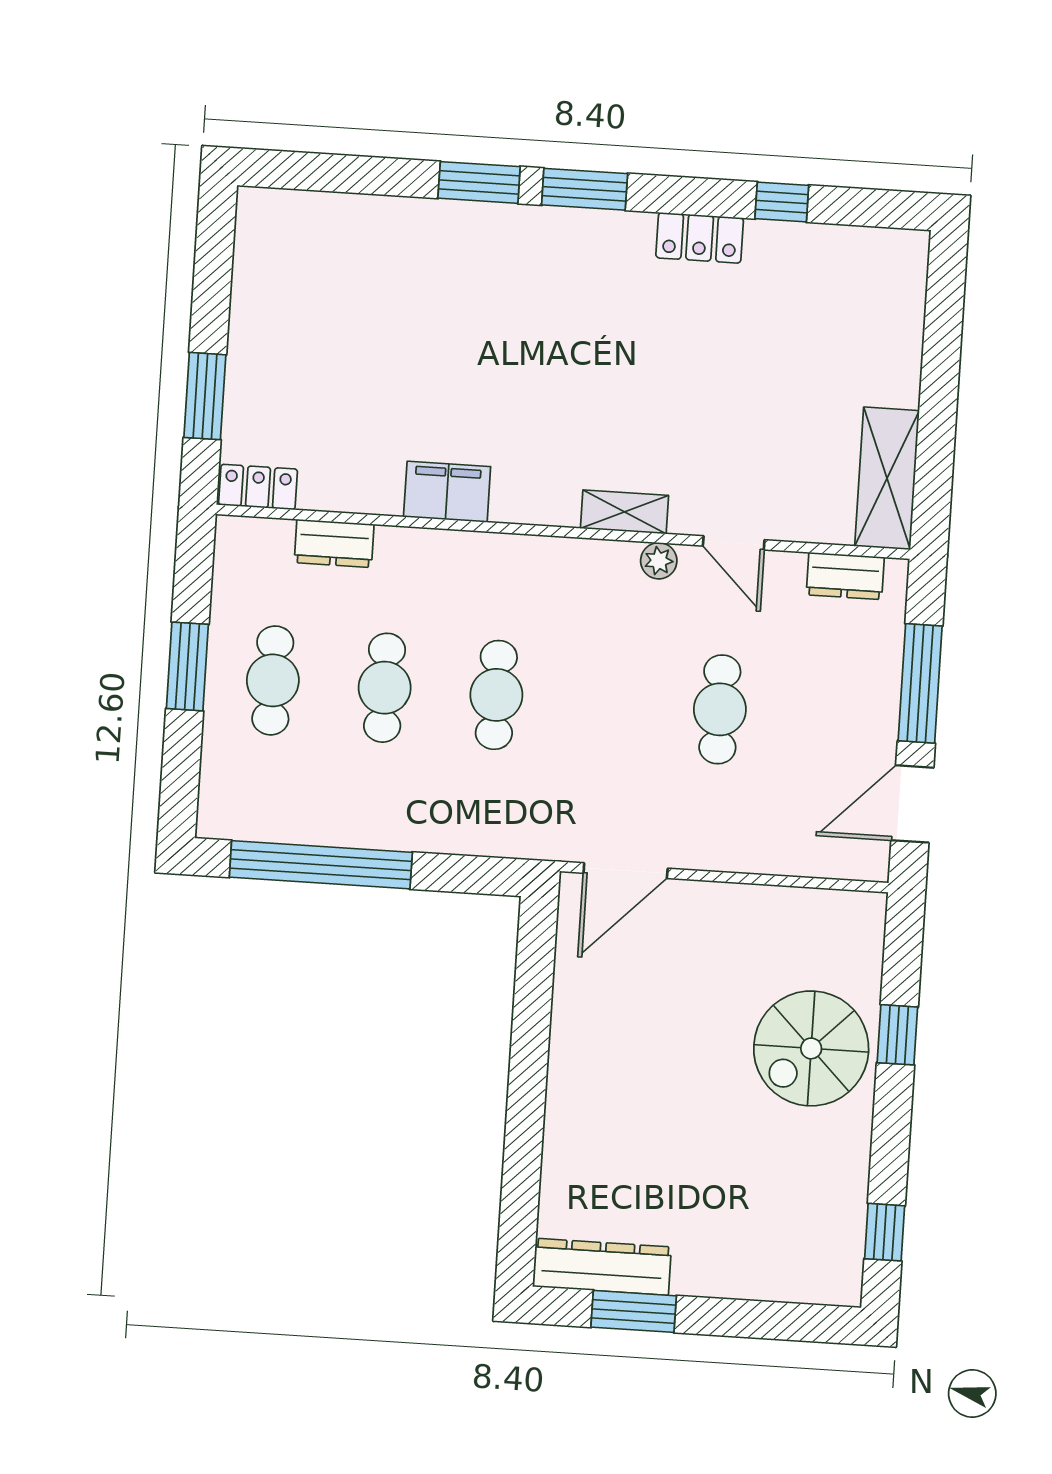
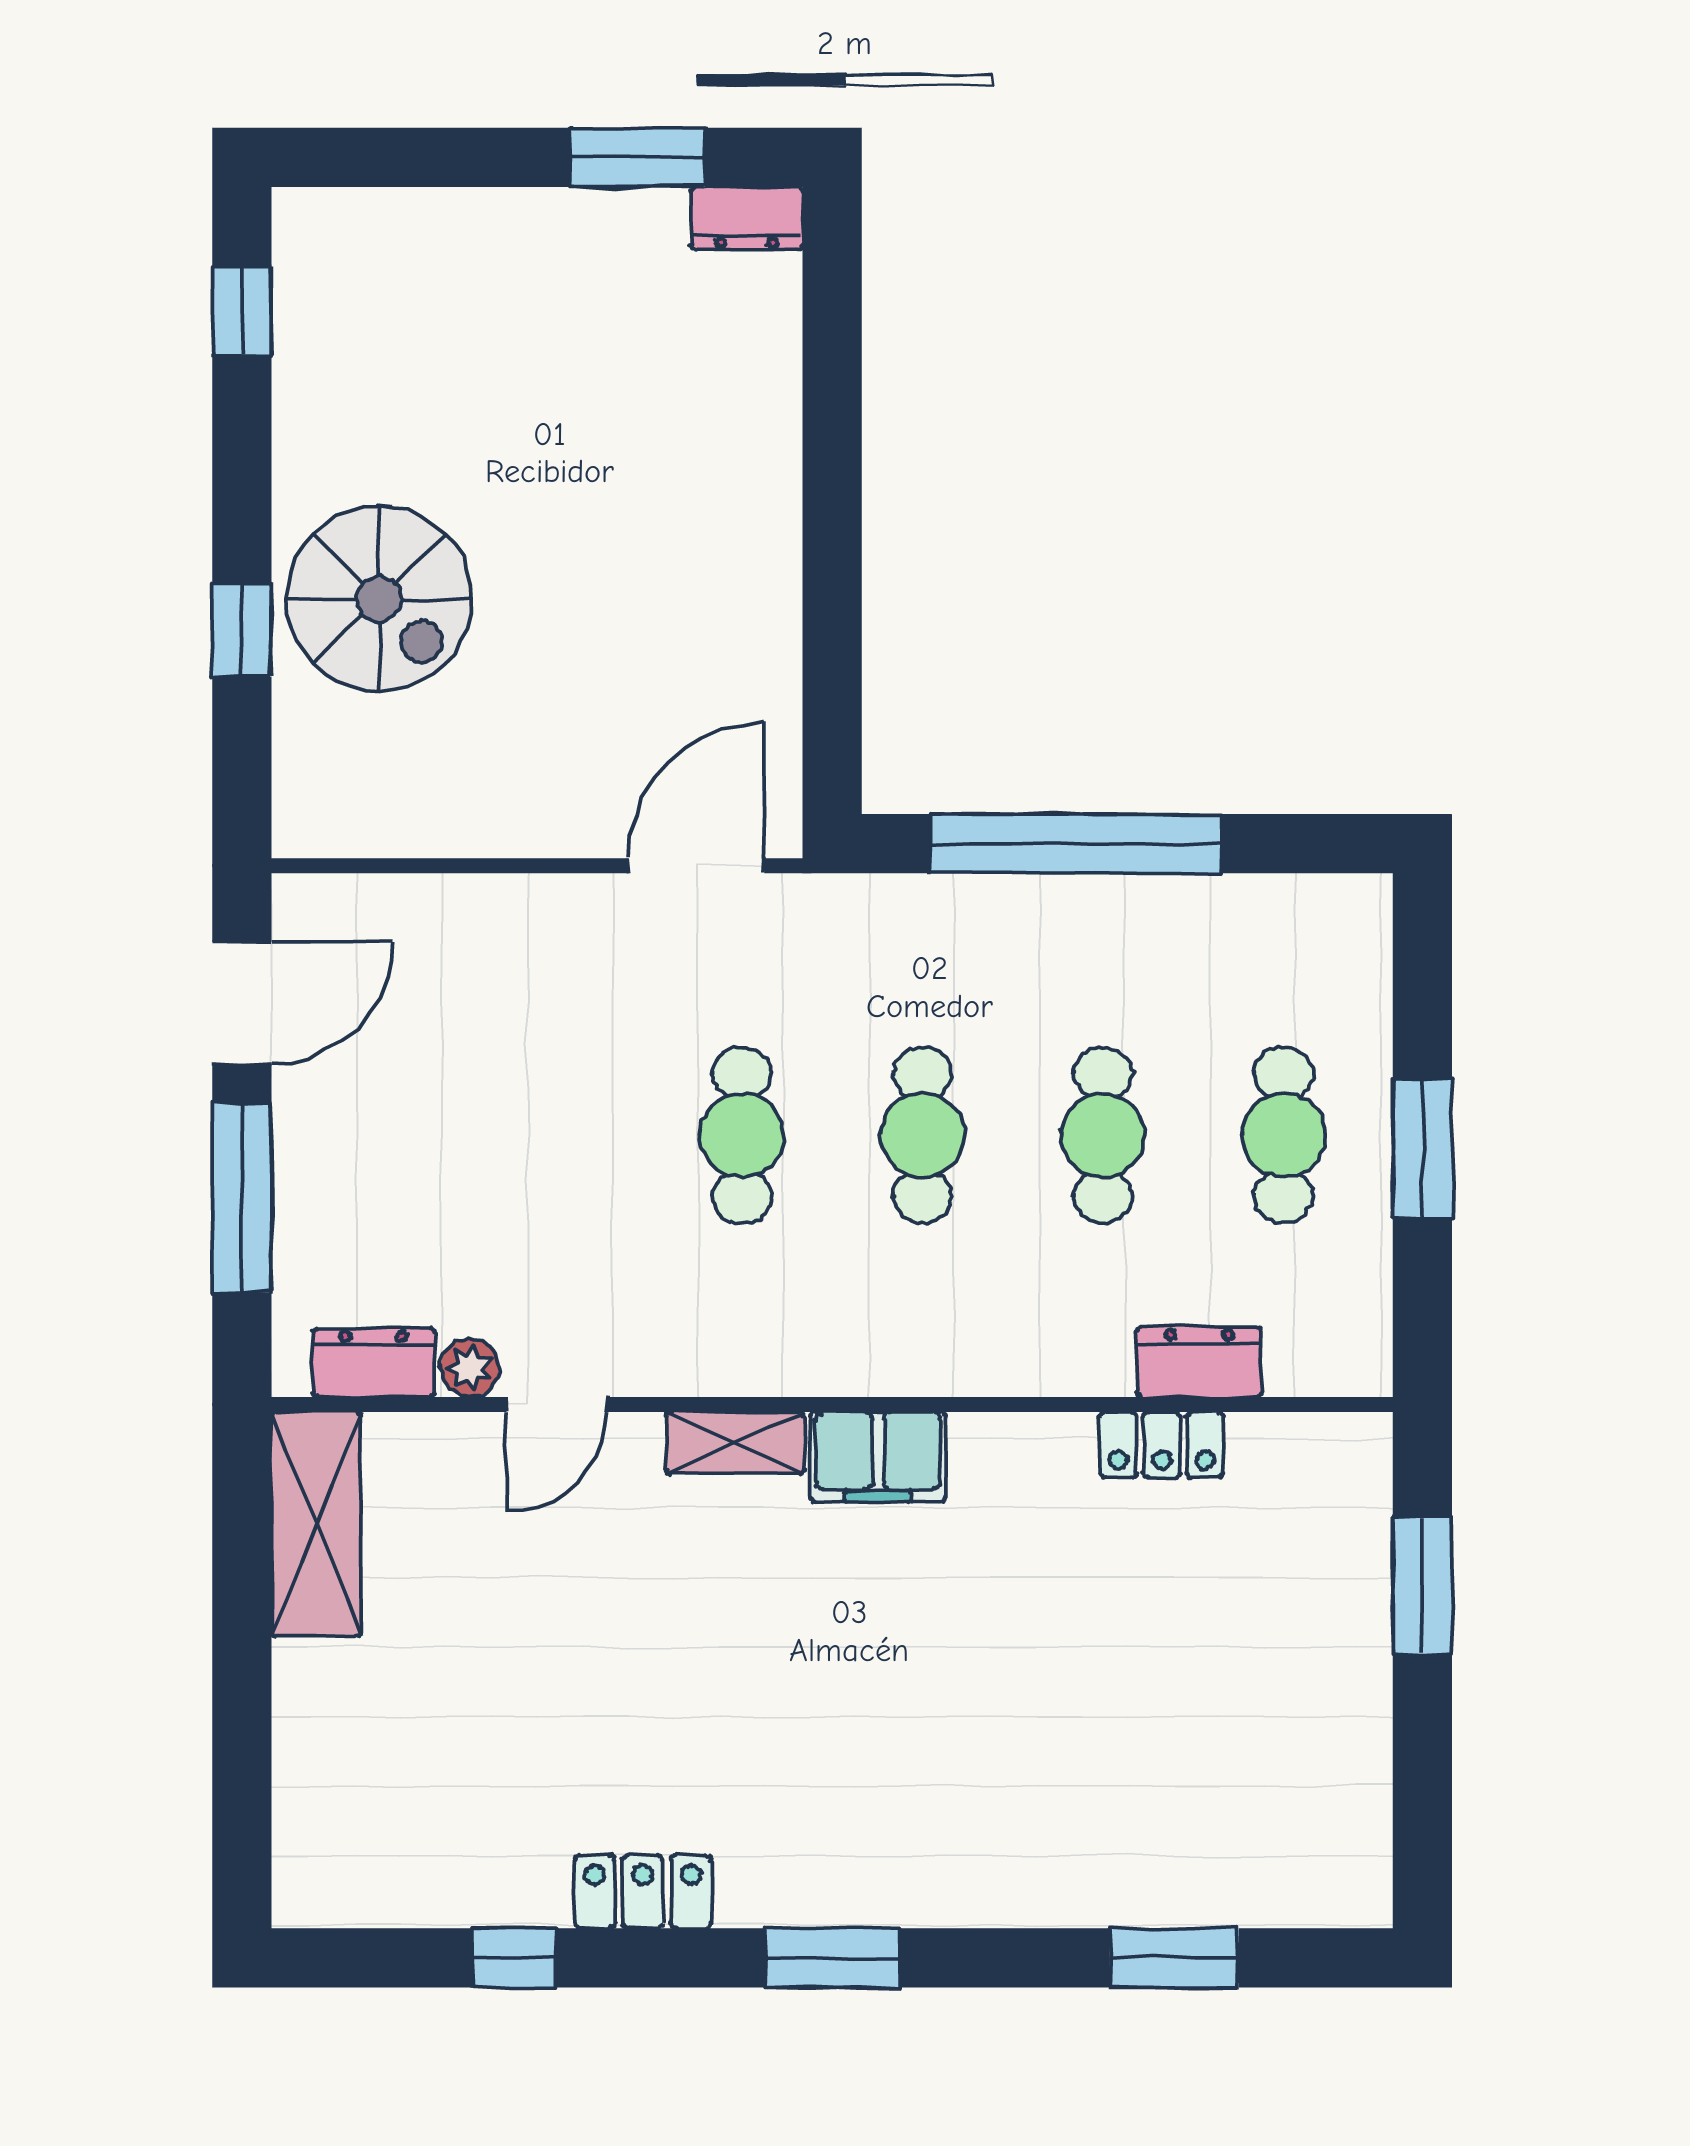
window: (479, 182) -> (1174, 1958), moved
locker: (258, 487) -> (1162, 1445), moved
filing cabinet: (447, 492) -> (878, 1457), moved
door: (734, 543) -> (556, 1404), swing flipped
plant: (659, 561) -> (470, 1368), moved
cafe table: (720, 709) -> (742, 1135), moved
window: (321, 865) -> (1076, 844), moved
spiral stairs: (811, 1048) -> (379, 599), turned 90
dresser: (602, 1267) -> (747, 218), width x0.51, depth x0.80

